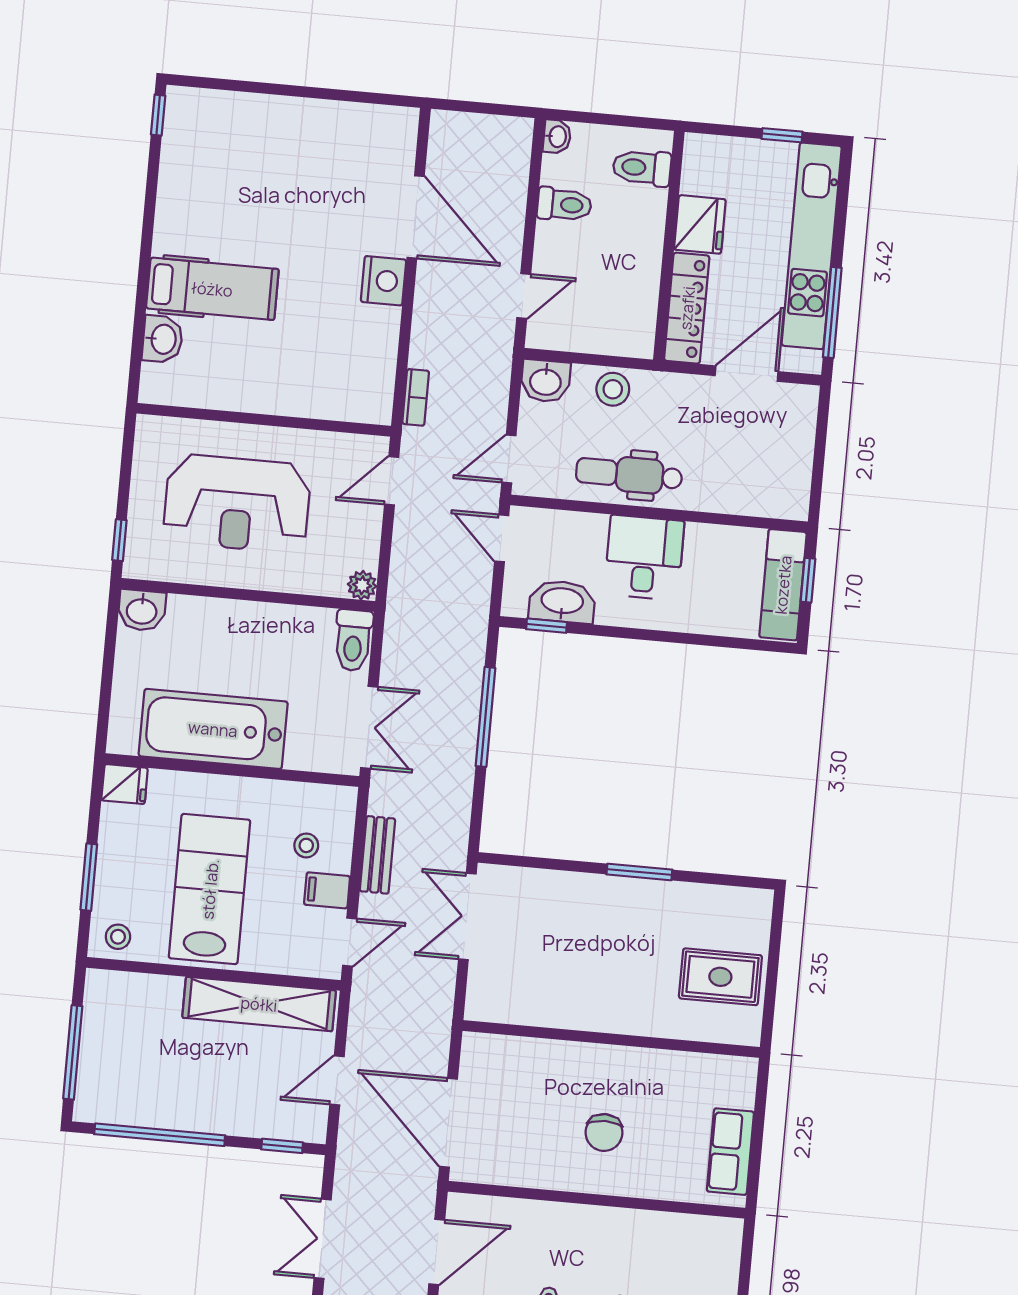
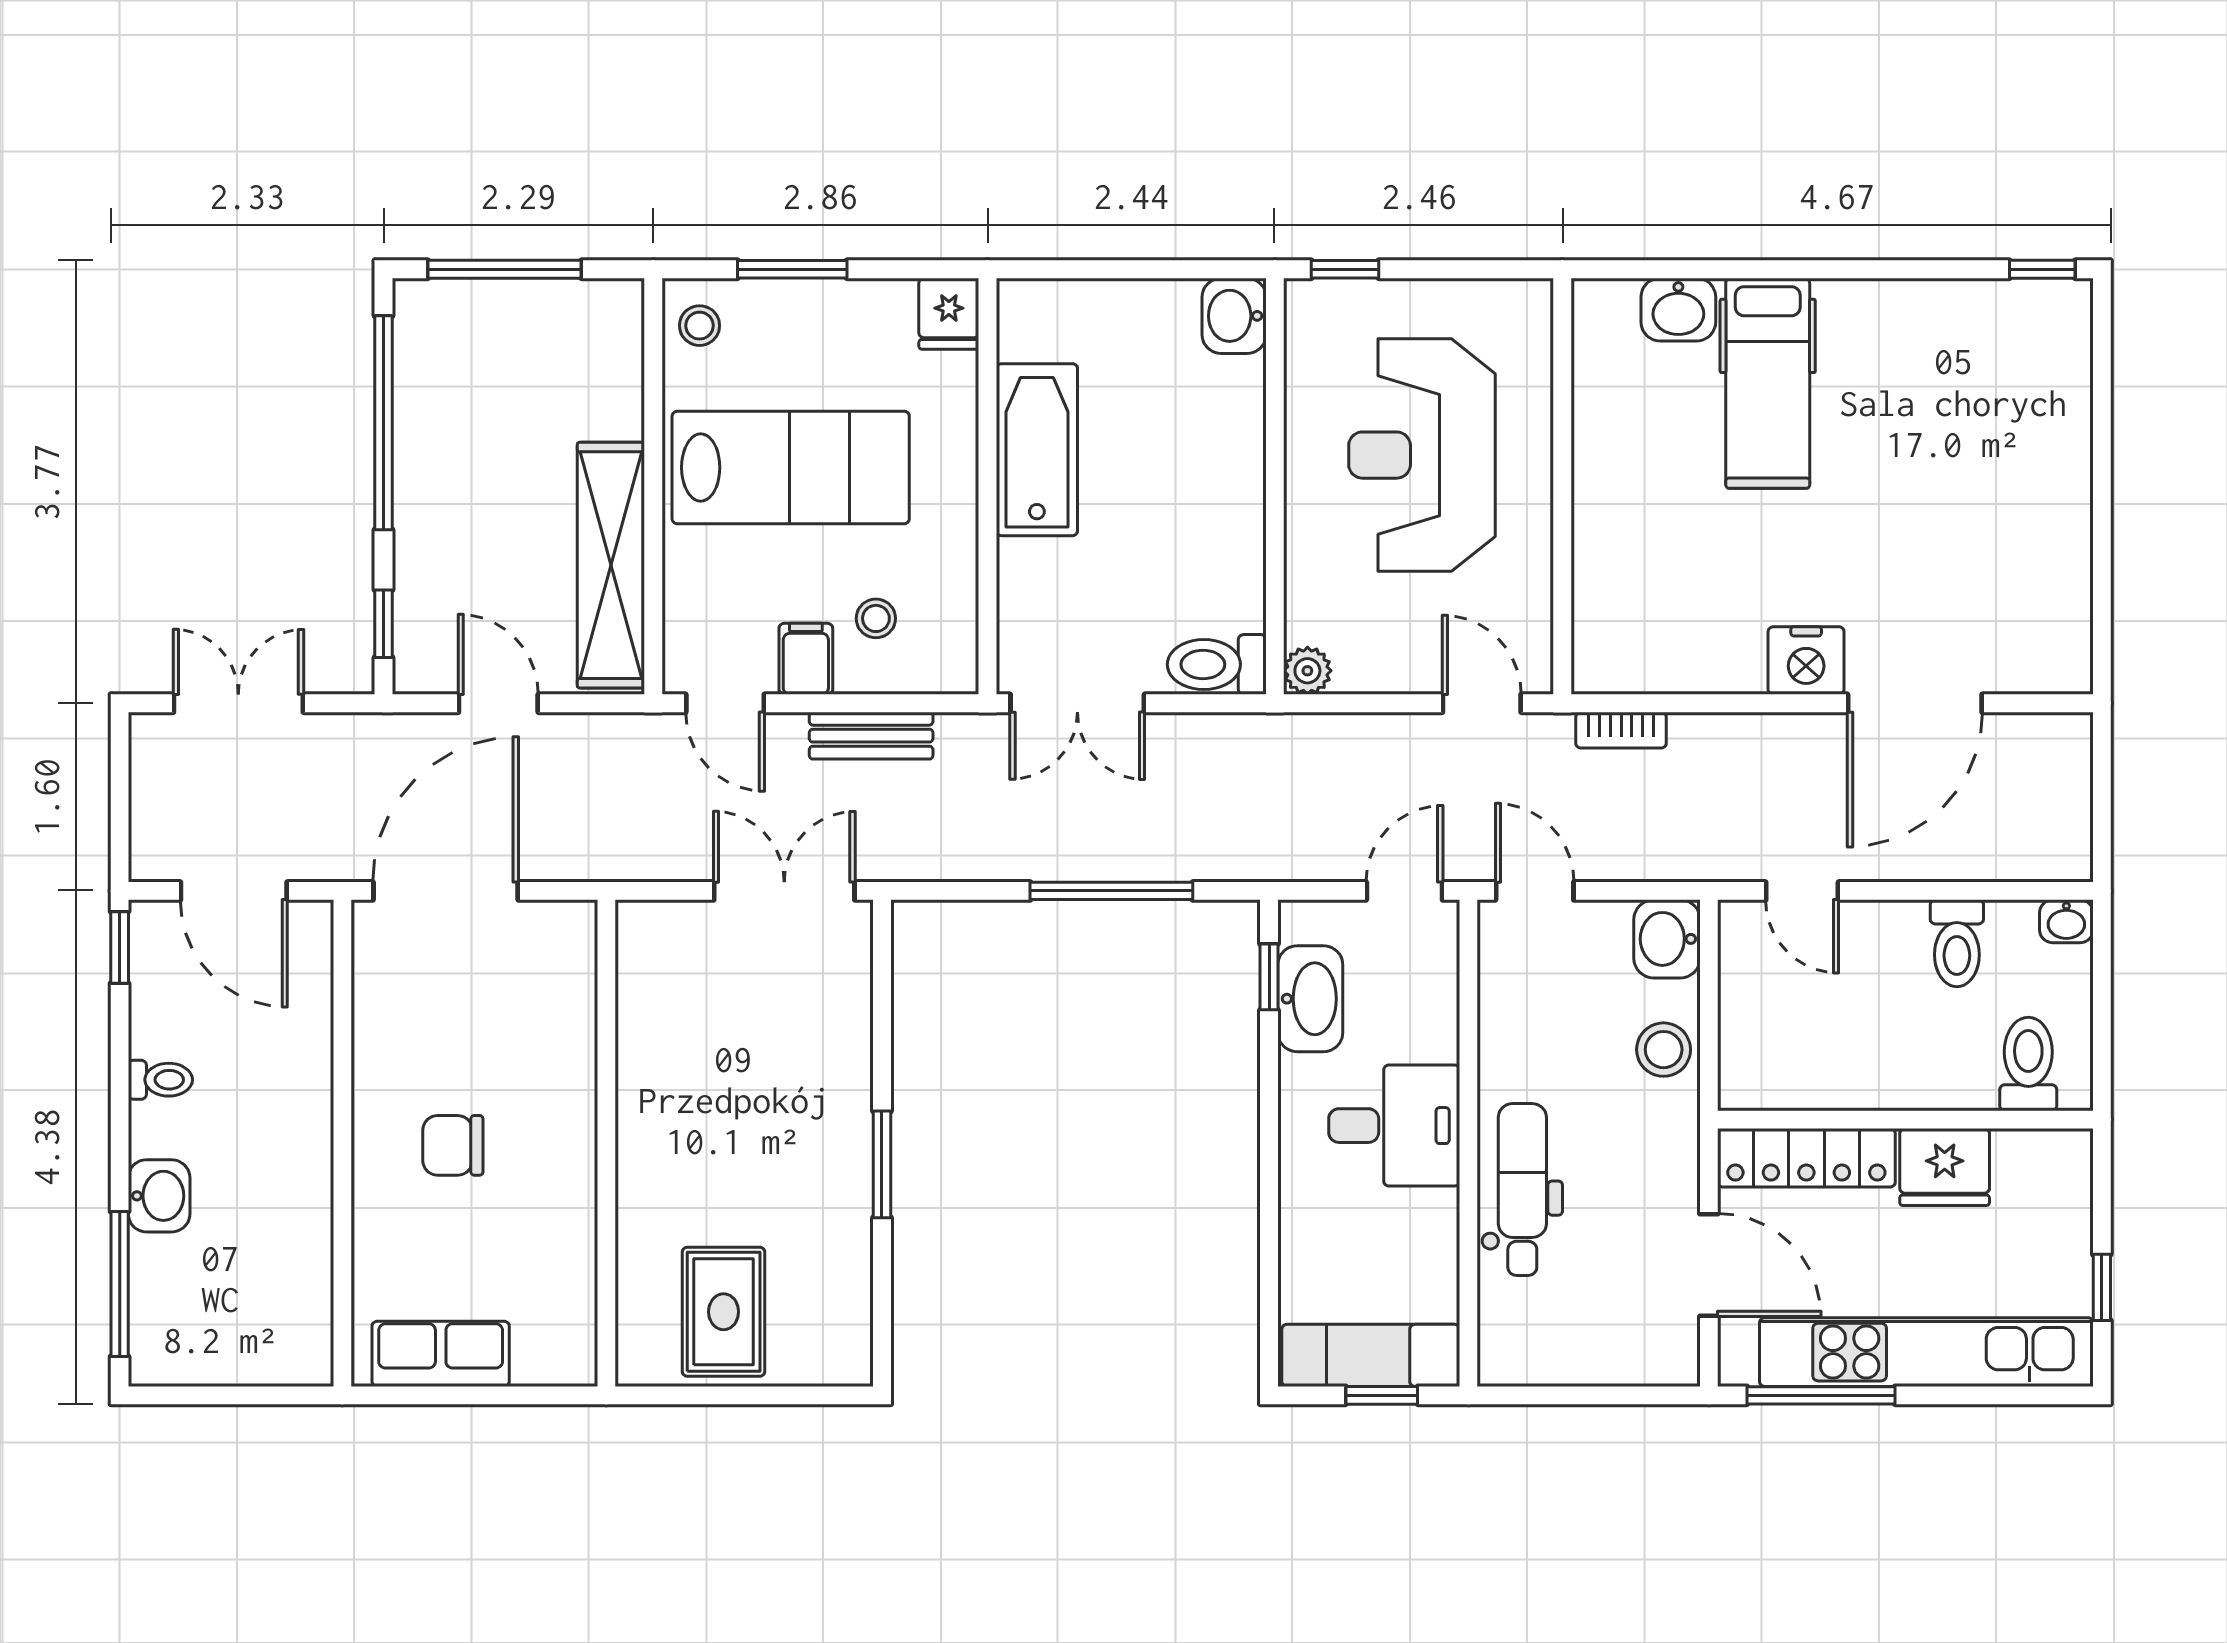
dental chair: (629, 474) -> (1522, 1189), moved
bathtub: (213, 729) -> (1037, 450), width x0.73, depth x0.73

